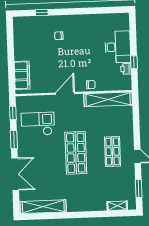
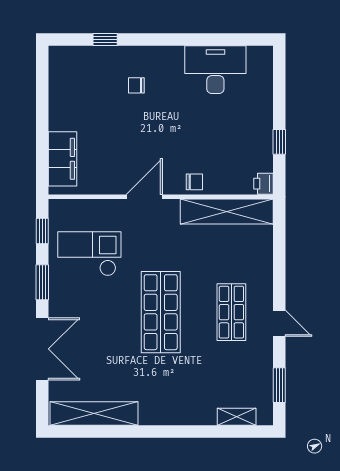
desk: (118, 47) -> (215, 70), moved, turned -90
printer: (126, 69) -> (263, 184), moved

